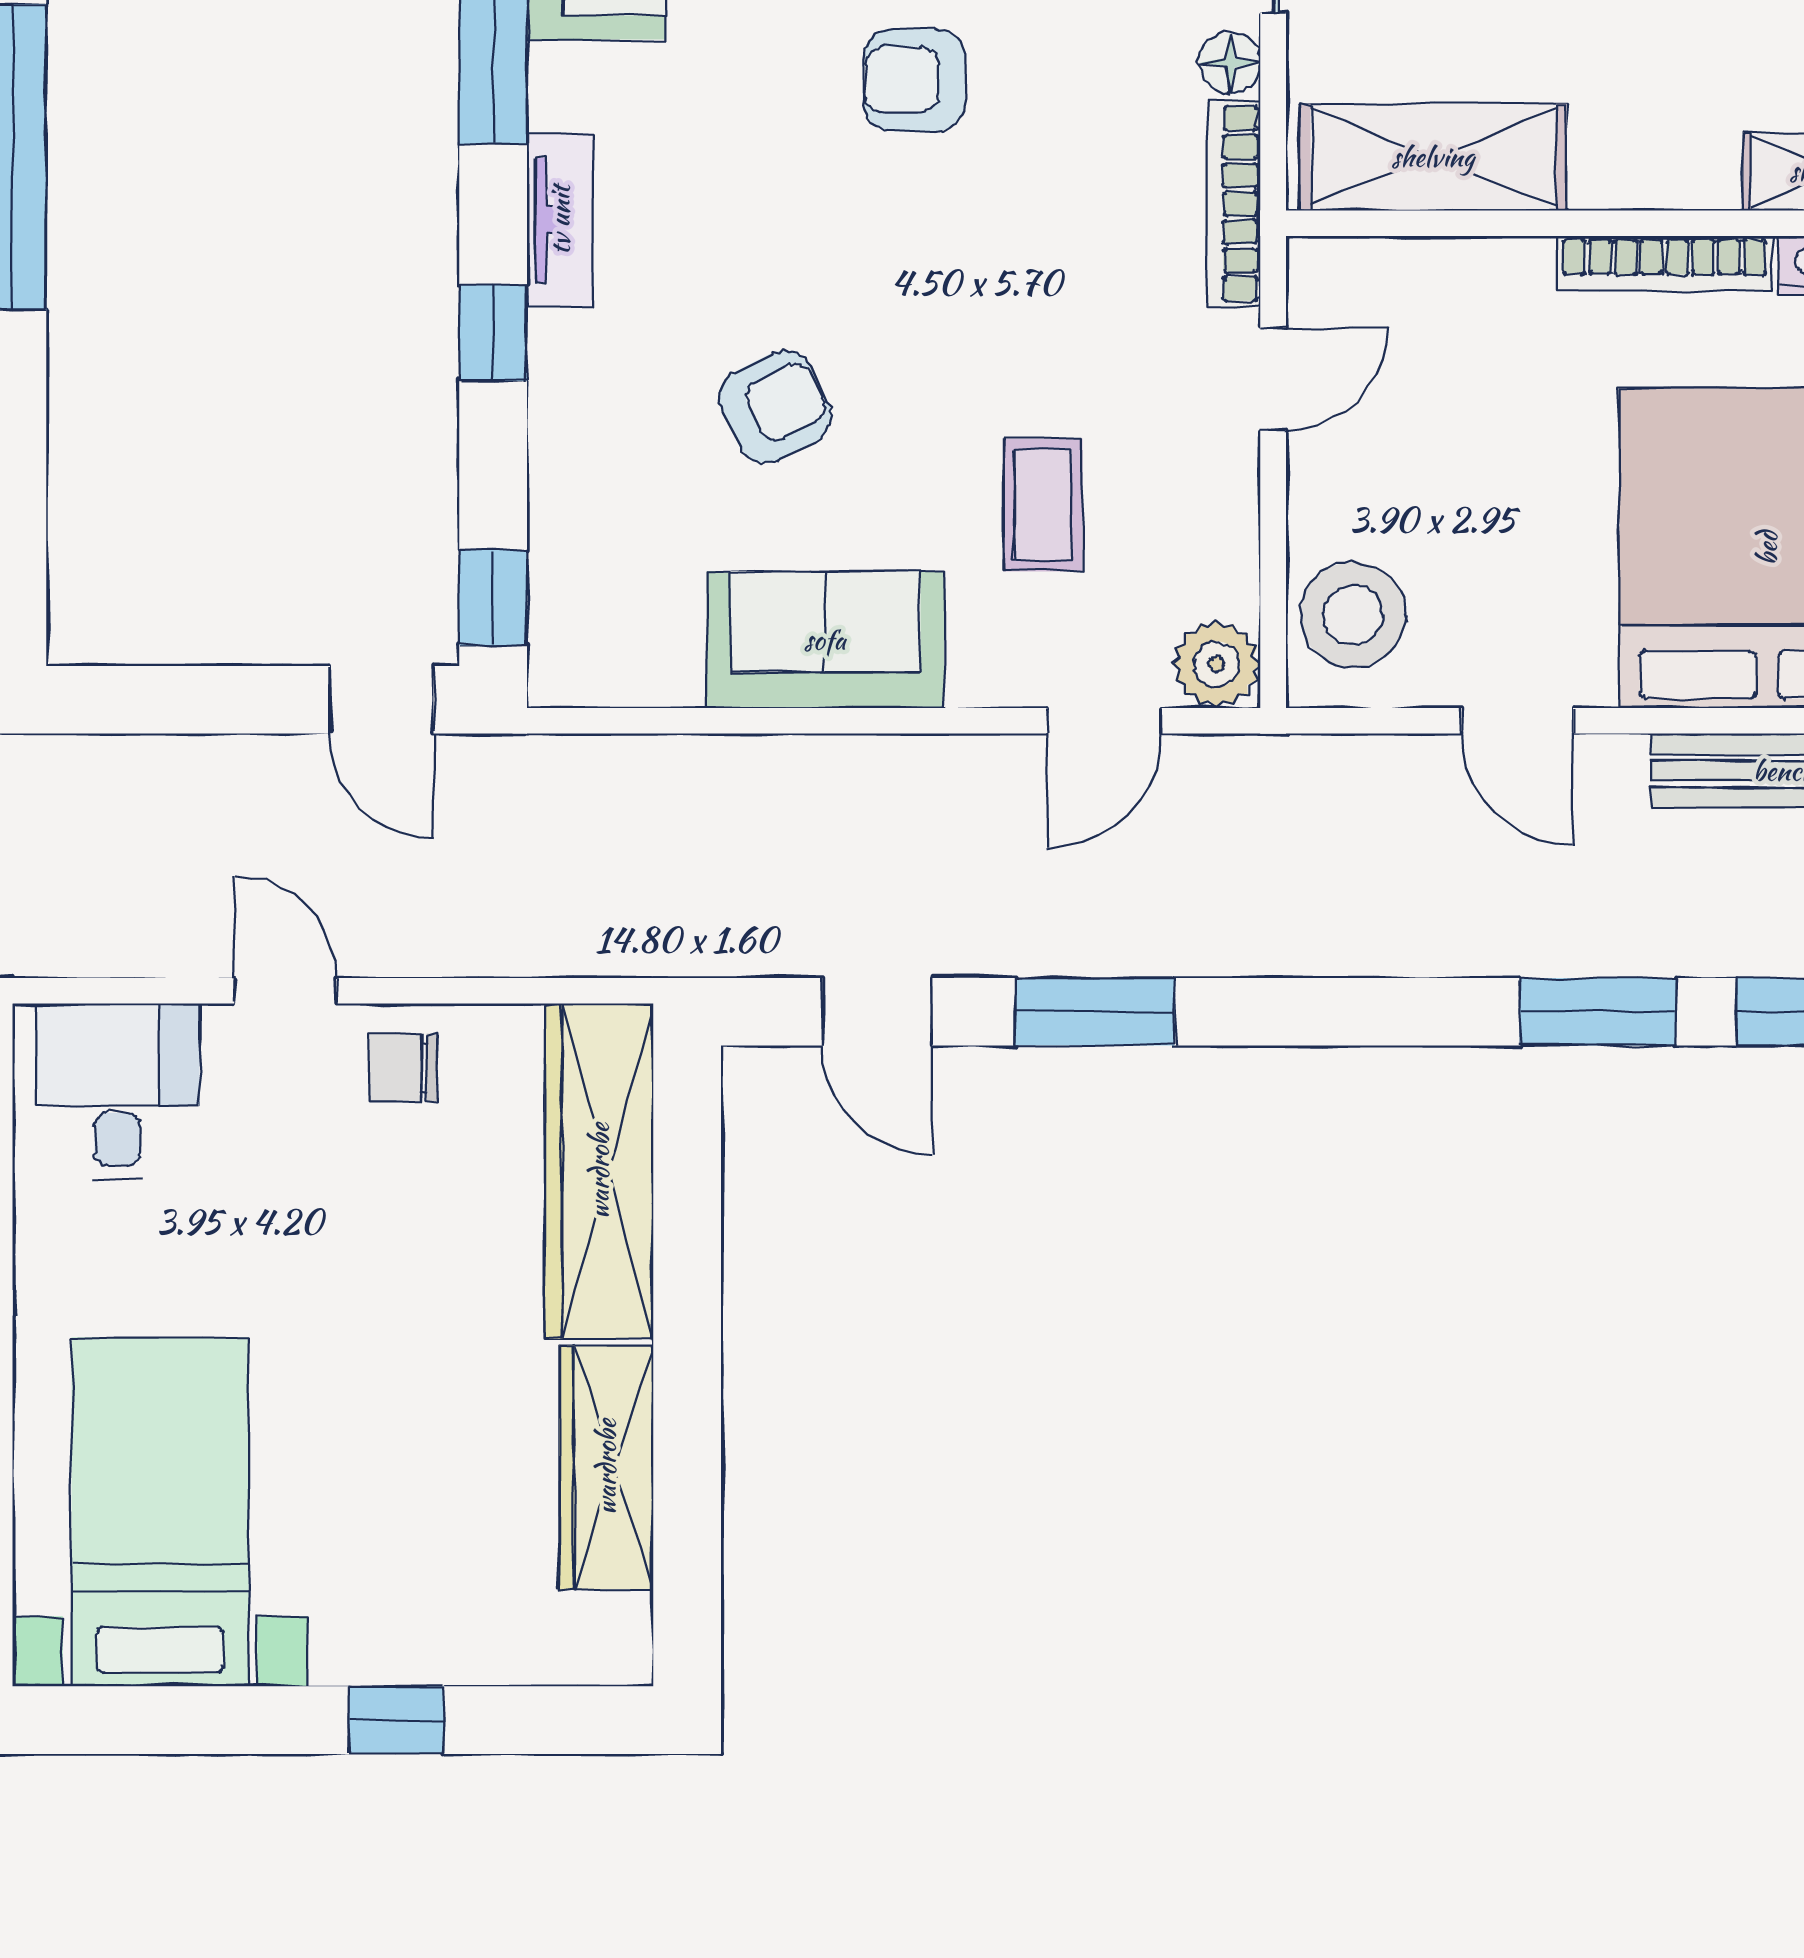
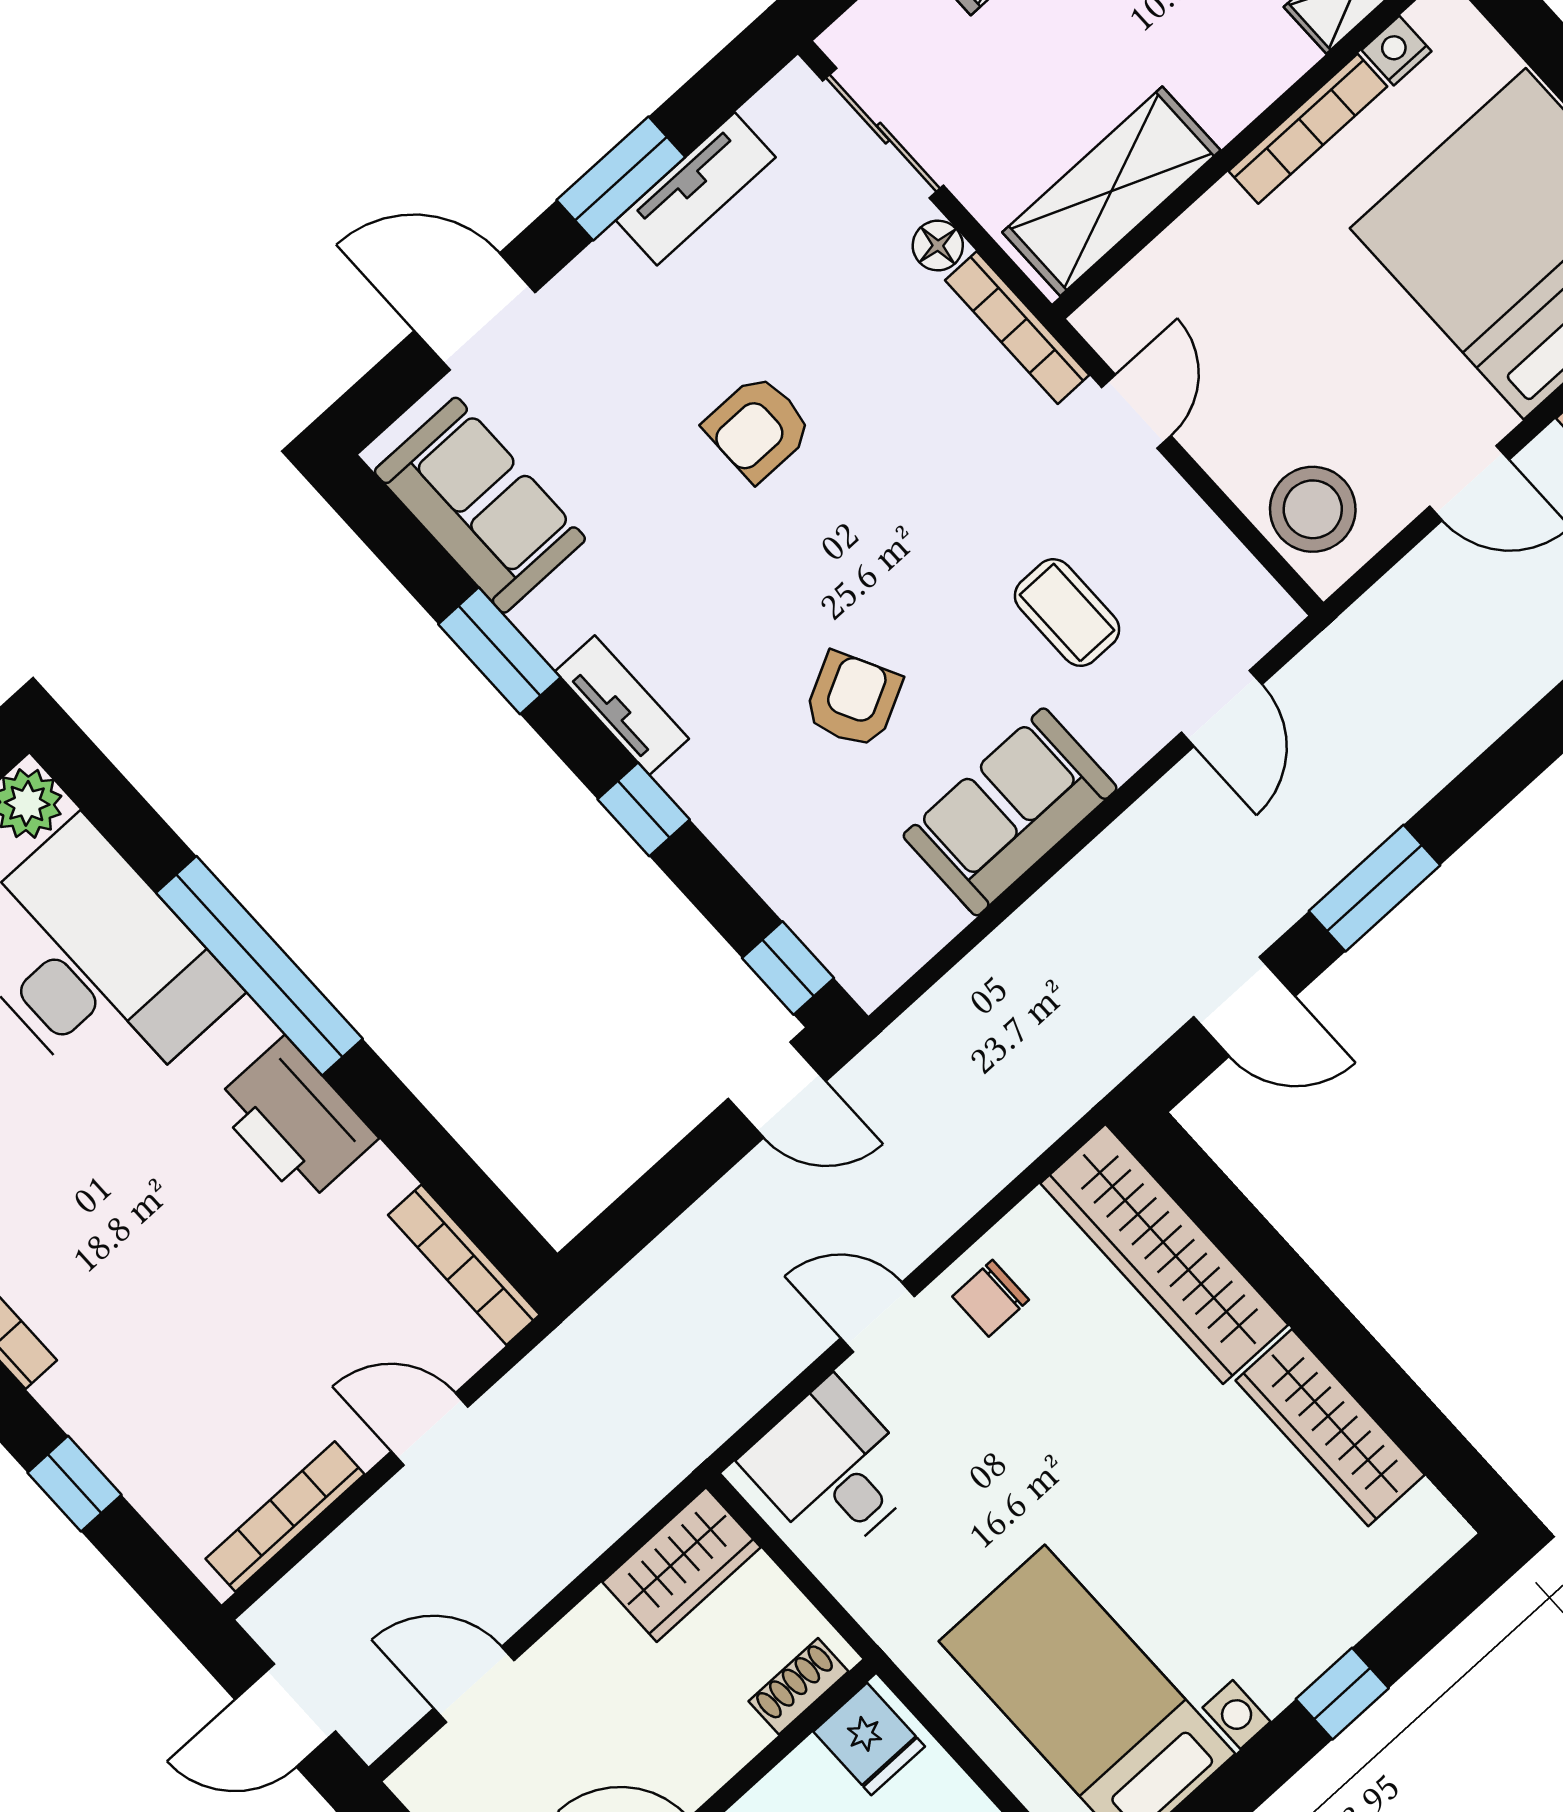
plant: (1216, 664) -> (1258, 613), removed

